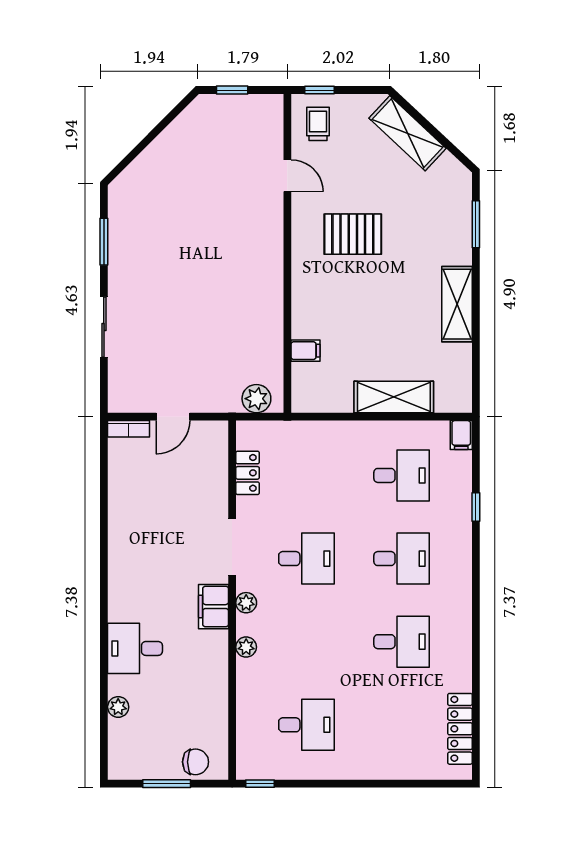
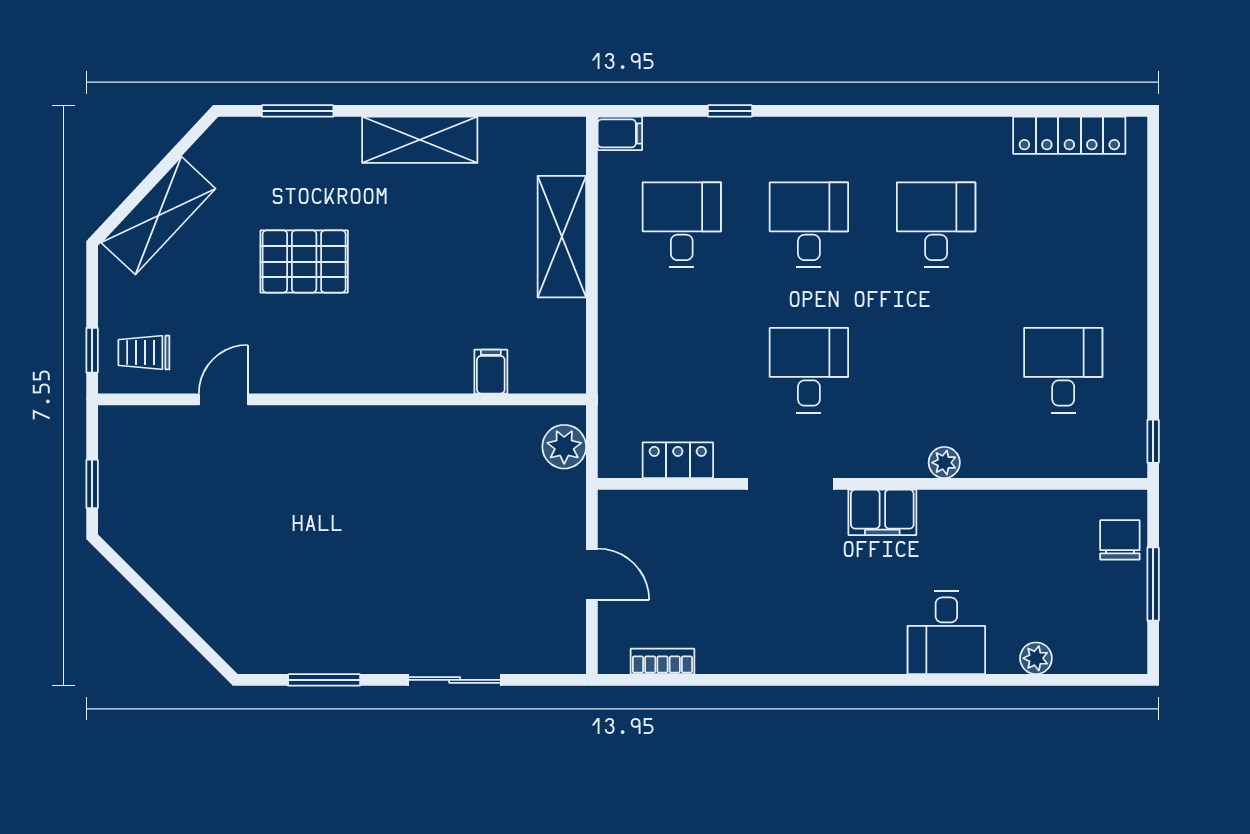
pallet: (353, 234) -> (304, 262), moved, turned 90
bookcase: (129, 429) -> (662, 661), moved, turned -90
plant: (246, 603) -> (876, 462), removed

